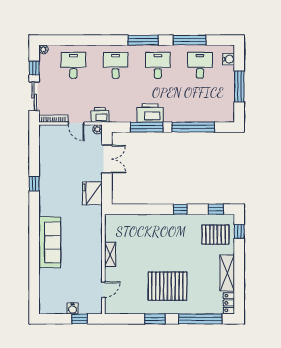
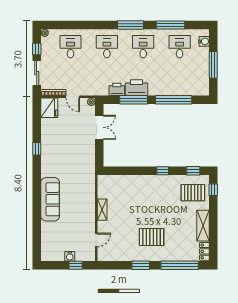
printer: (100, 115) -> (117, 89), moved
fridge: (92, 193) -> (49, 108), moved, turned 180
pallet: (168, 286) -> (152, 237), width x0.73, depth x0.71

